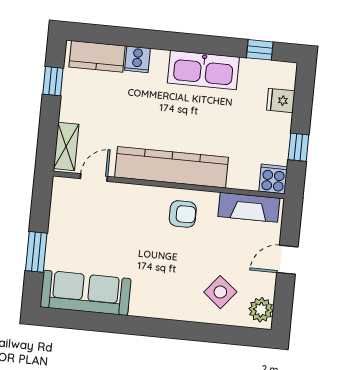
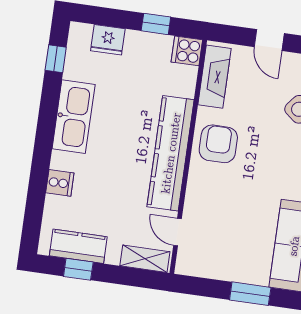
kitchen counter: (97, 56) -> (78, 246), moved, turned -90
fridge: (281, 100) -> (108, 40), width x1.38
armchair: (183, 214) -> (218, 144), width x1.38, depth x1.38

